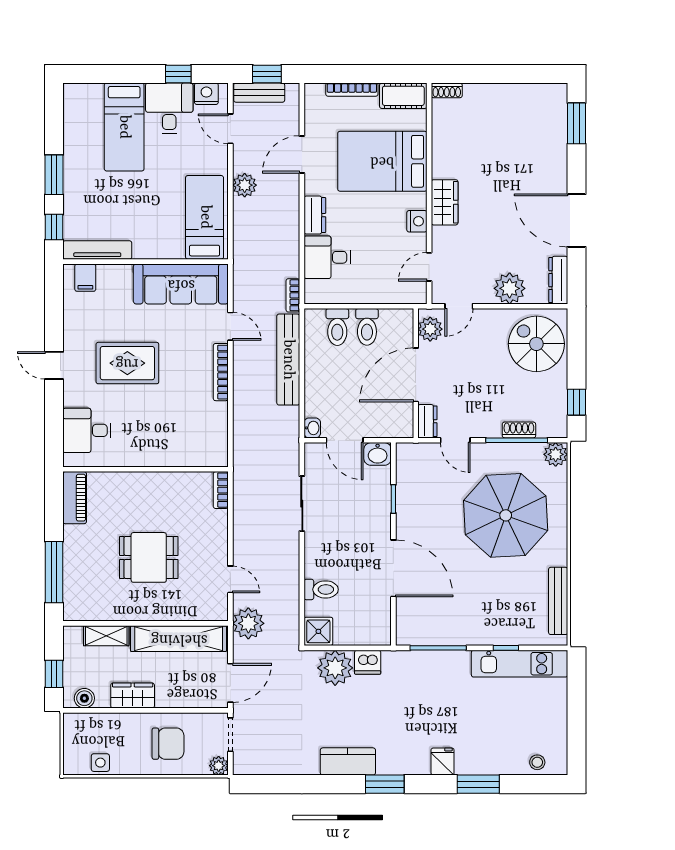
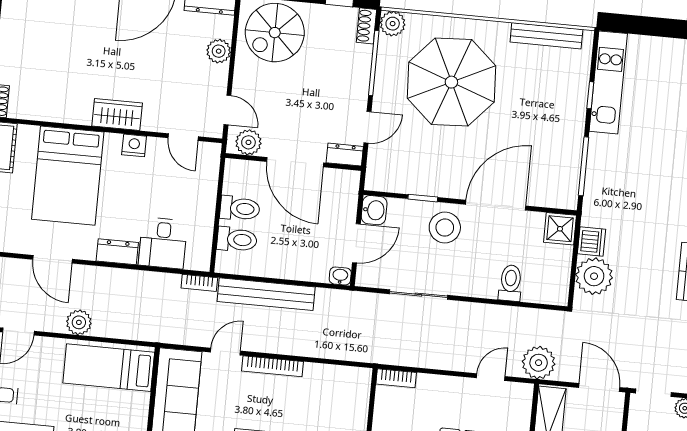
plant: (510, 288) -> (219, 51), width x0.73, depth x0.73
shoe rack: (519, 430) -> (366, 26), moved
stool: (368, 522) -> (445, 228), added
shower: (318, 631) -> (560, 229), moved

